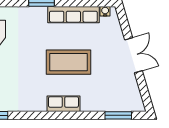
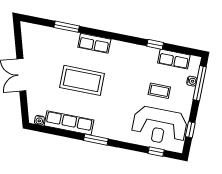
window: (118, 115) -> (67, 27), moved

